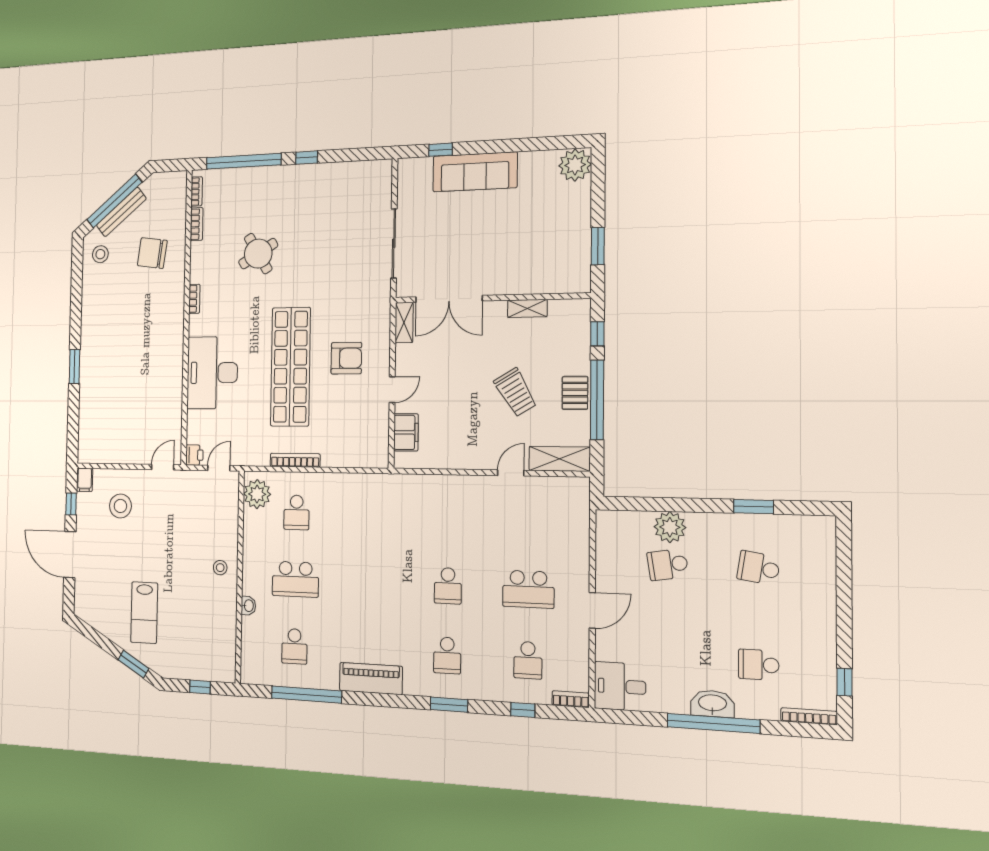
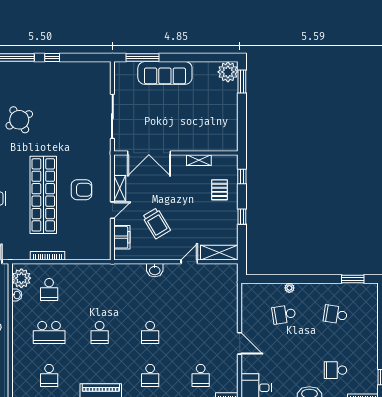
window: (441, 150) -> (143, 58), width x2.17
window: (598, 246) -> (242, 81), moved
shelving: (404, 323) -> (120, 188), moved
trolley: (515, 392) -> (156, 223), moved
pallet: (575, 393) -> (220, 190), moved
window: (597, 400) -> (242, 217), width x0.32
washbasin: (456, 486) -> (155, 270), added
window: (754, 507) -> (353, 279), moved
plant: (670, 527) -> (289, 288), width x0.53, depth x0.53
school desk: (528, 589) -> (100, 332), moved, width x0.54
washbasin: (248, 606) -> (17, 295), moved
door: (592, 610) -> (240, 343), hinge flipped

